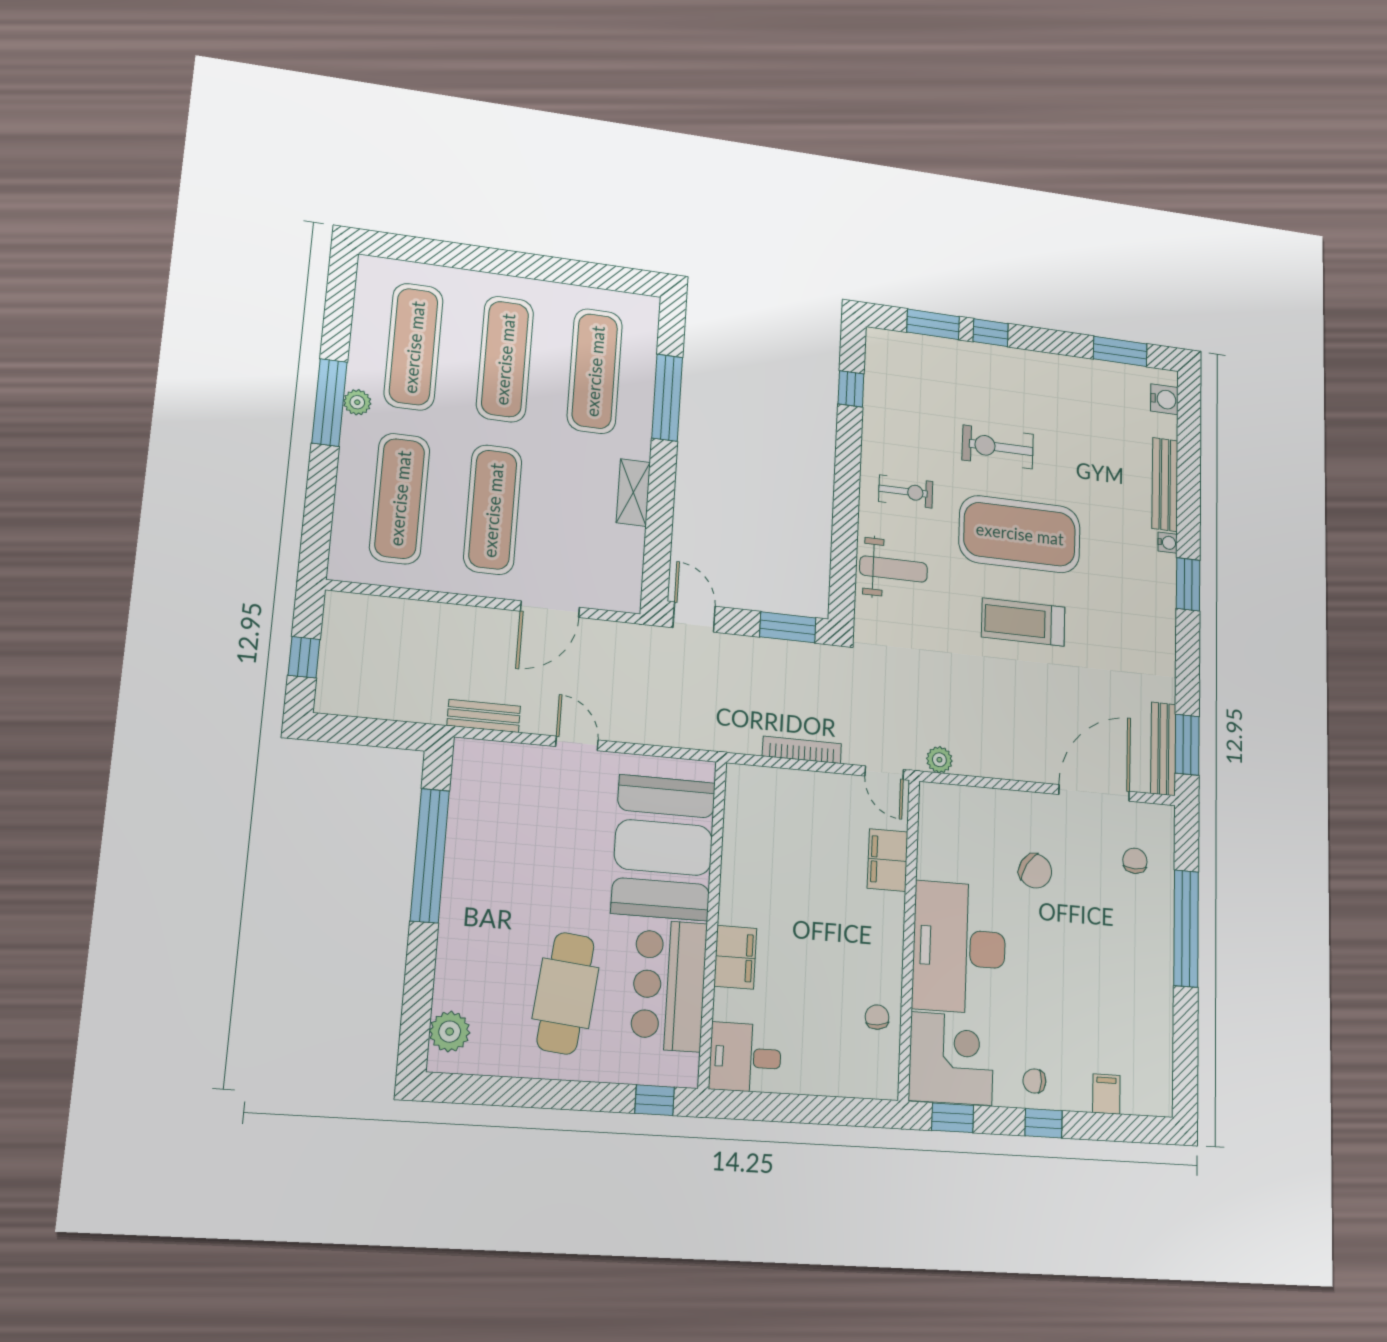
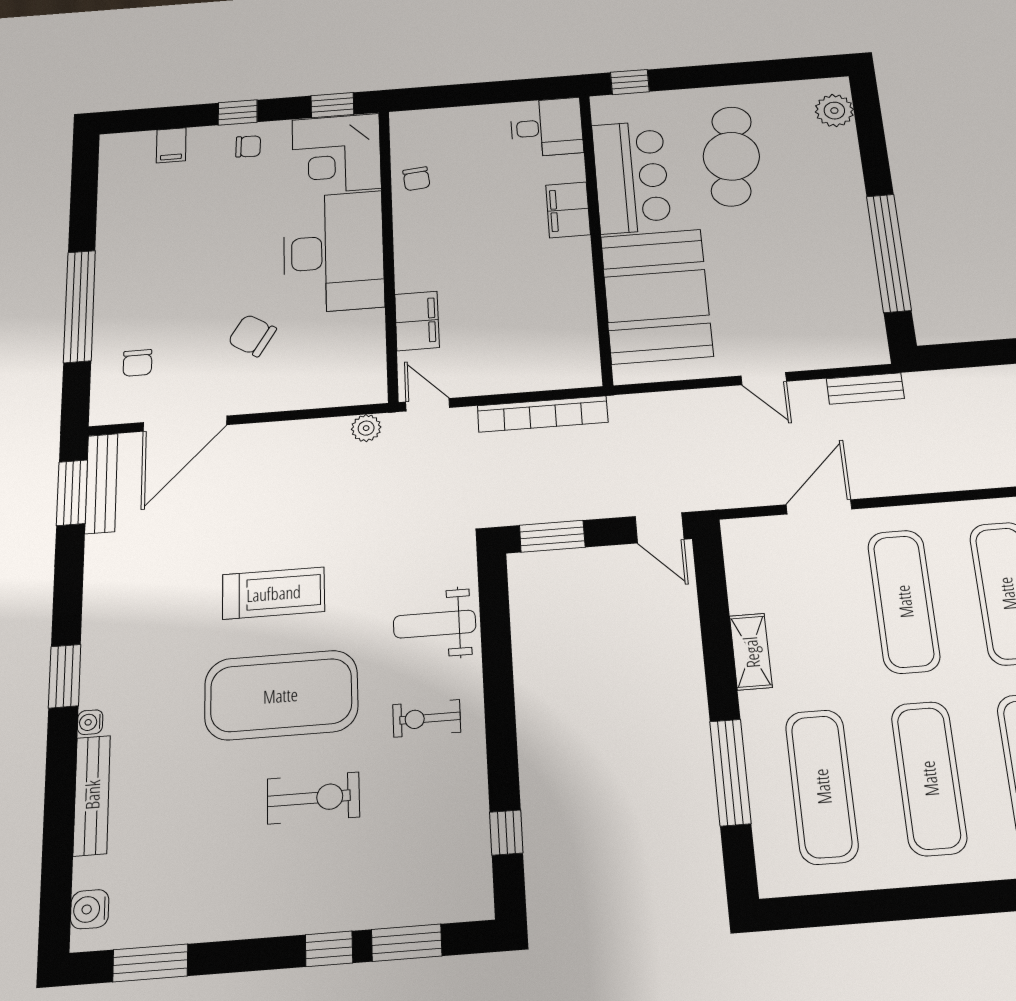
bookcase: (802, 750) -> (543, 414), width x1.48, depth x1.31

